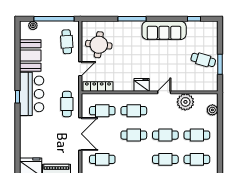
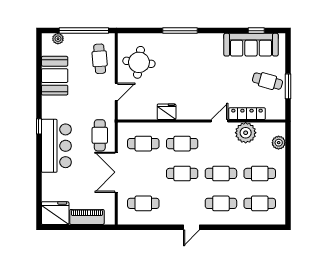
sofa: (164, 30) -> (251, 45), moved
fridge: (142, 85) -> (167, 112), moved
locker: (98, 86) -> (247, 114), moved
bar counter: (32, 94) -> (56, 146), moved
double door: (80, 134) -> (116, 172), swing flipped

